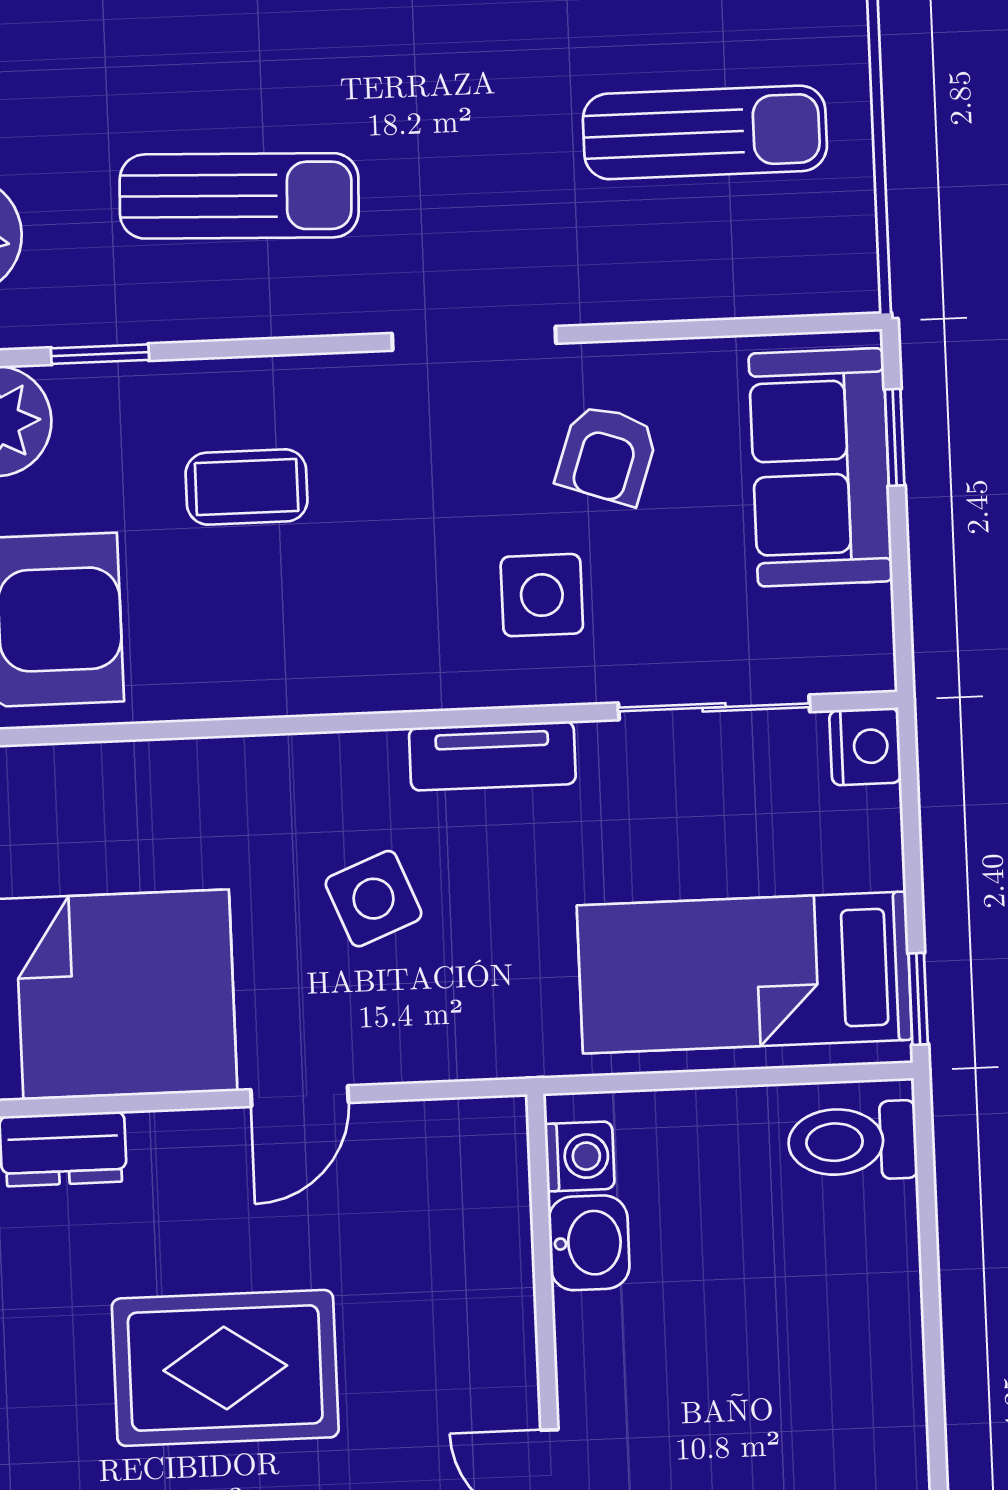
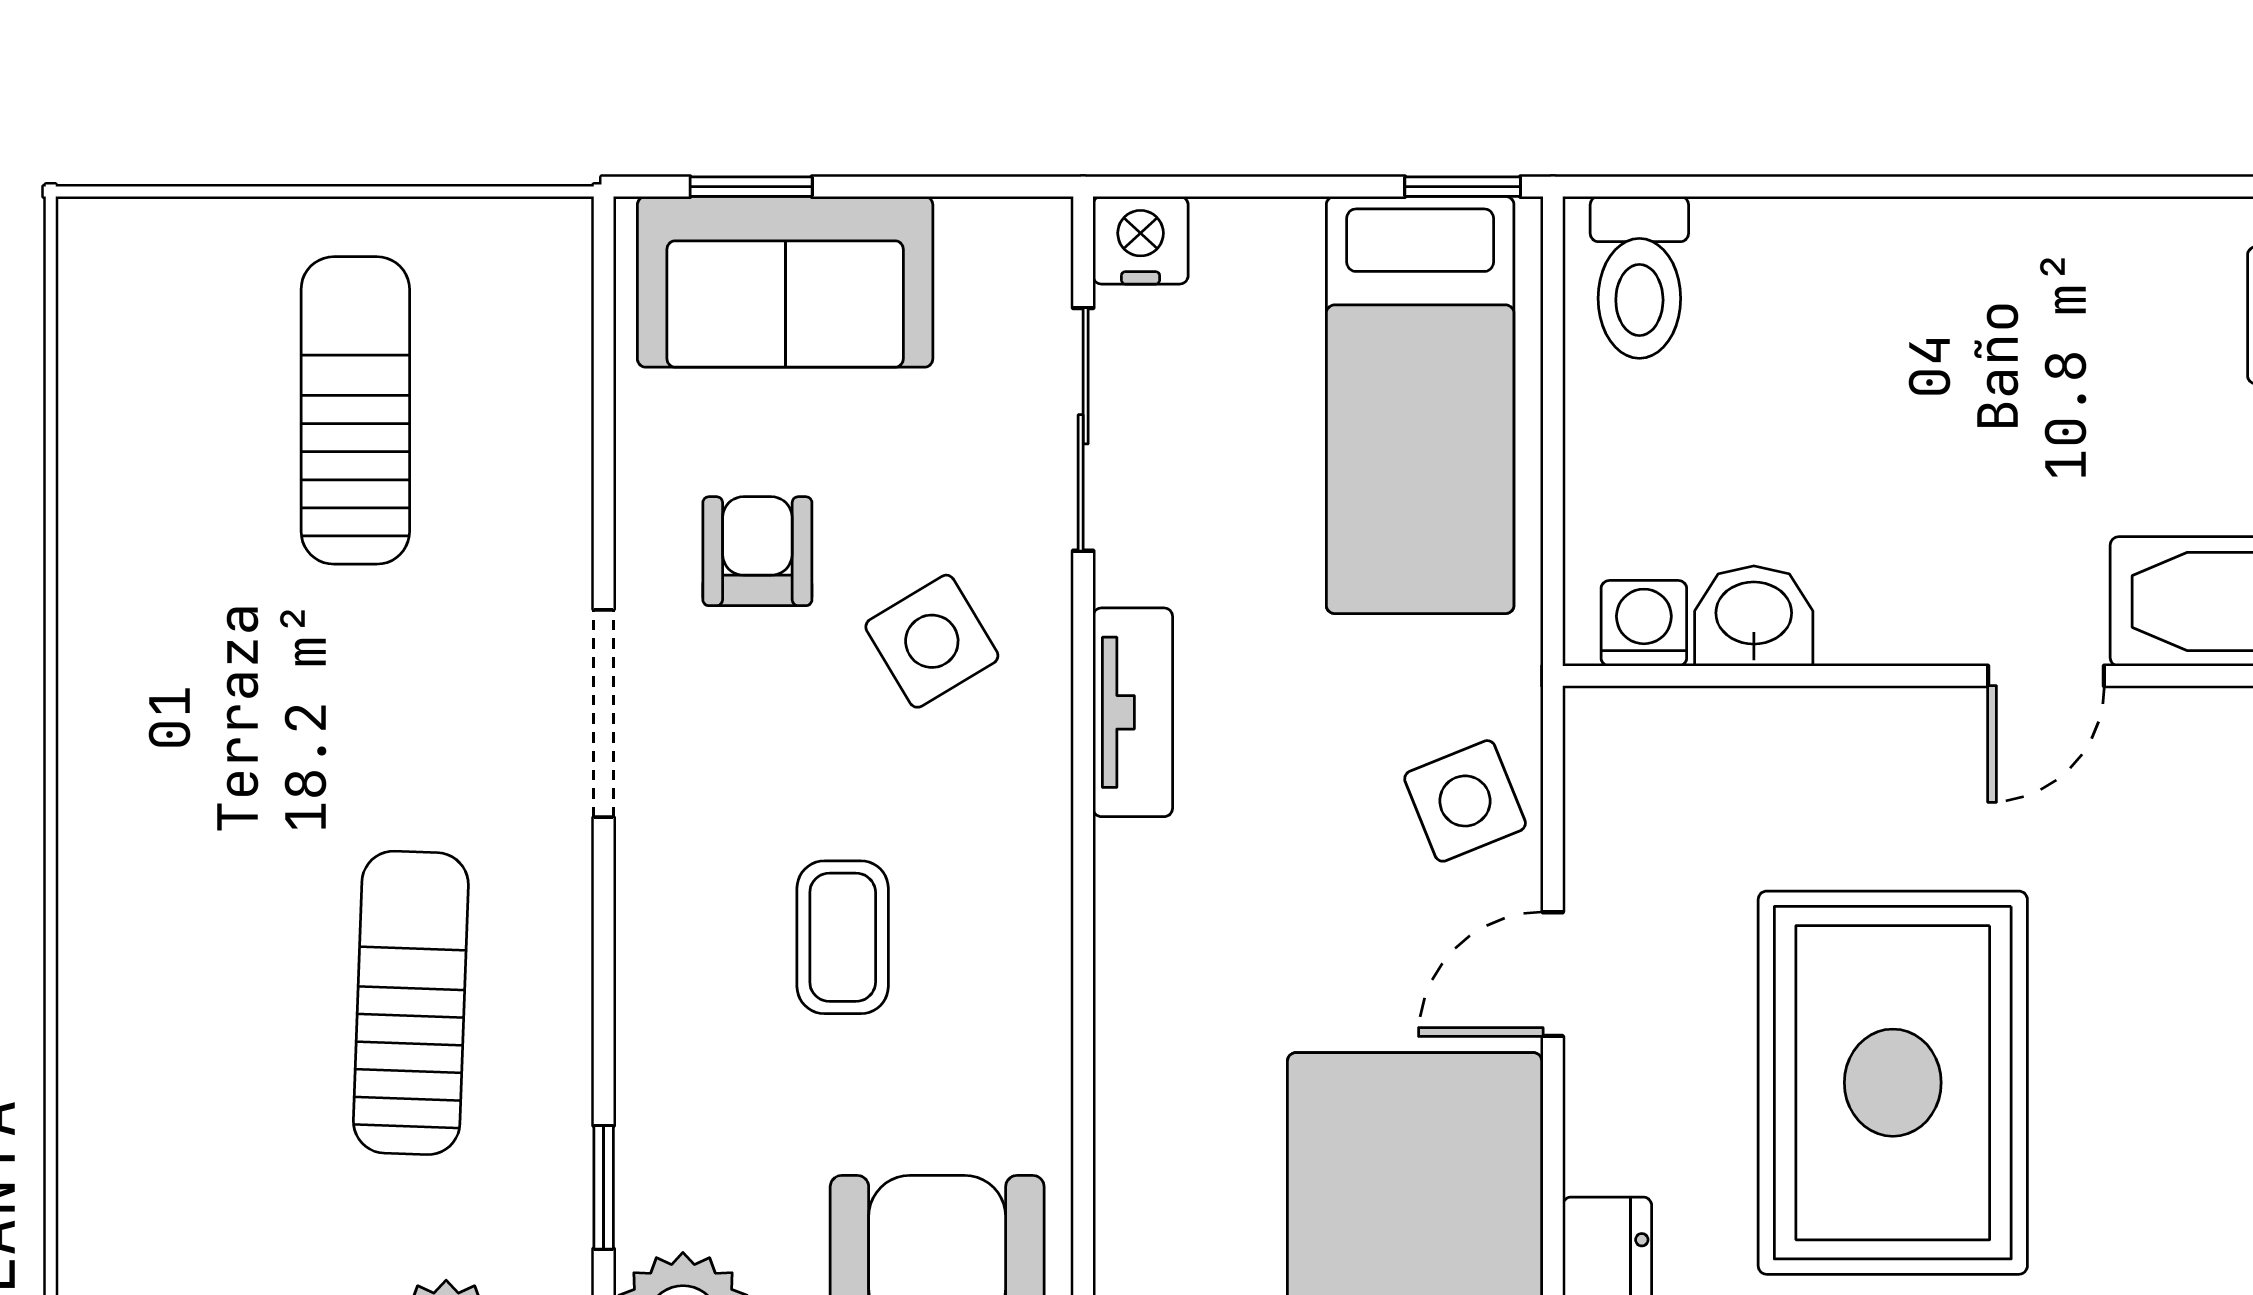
armchair: (607, 454) -> (757, 551), turned -109
coffee table: (247, 487) -> (843, 937), moved
side table: (542, 595) -> (932, 641), turned -31
side table: (373, 899) -> (1465, 801), moved
door: (300, 1096) -> (1553, 974), swing flipped
rug: (225, 1368) -> (1893, 1083), width x1.37, depth x1.44

